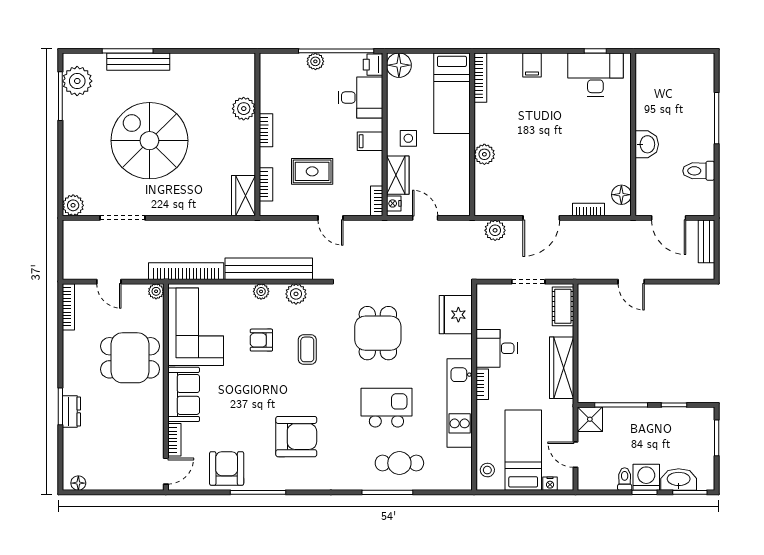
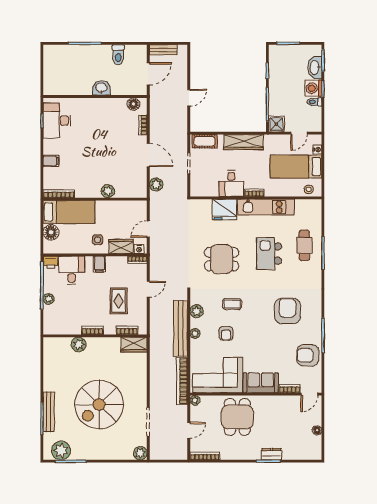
floor lamp: (399, 65) -> (51, 232), moved
fridge: (456, 315) -> (225, 209), moved
door: (166, 471) -> (309, 394), swing flipped
floor lamp: (78, 483) -> (317, 430), moved

